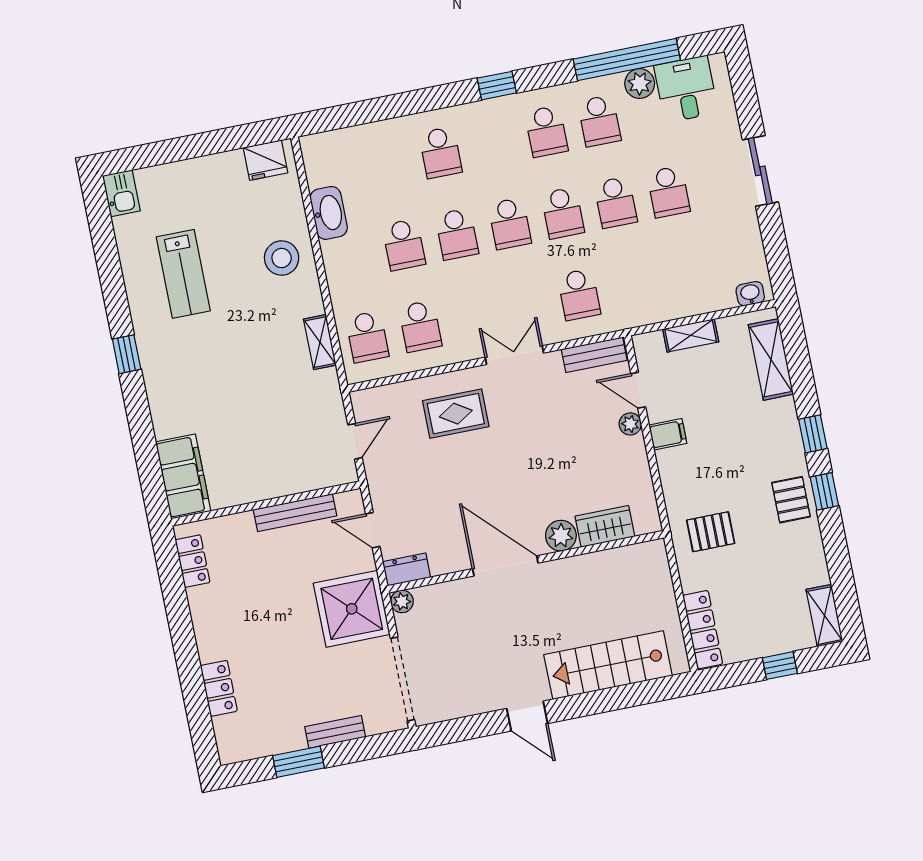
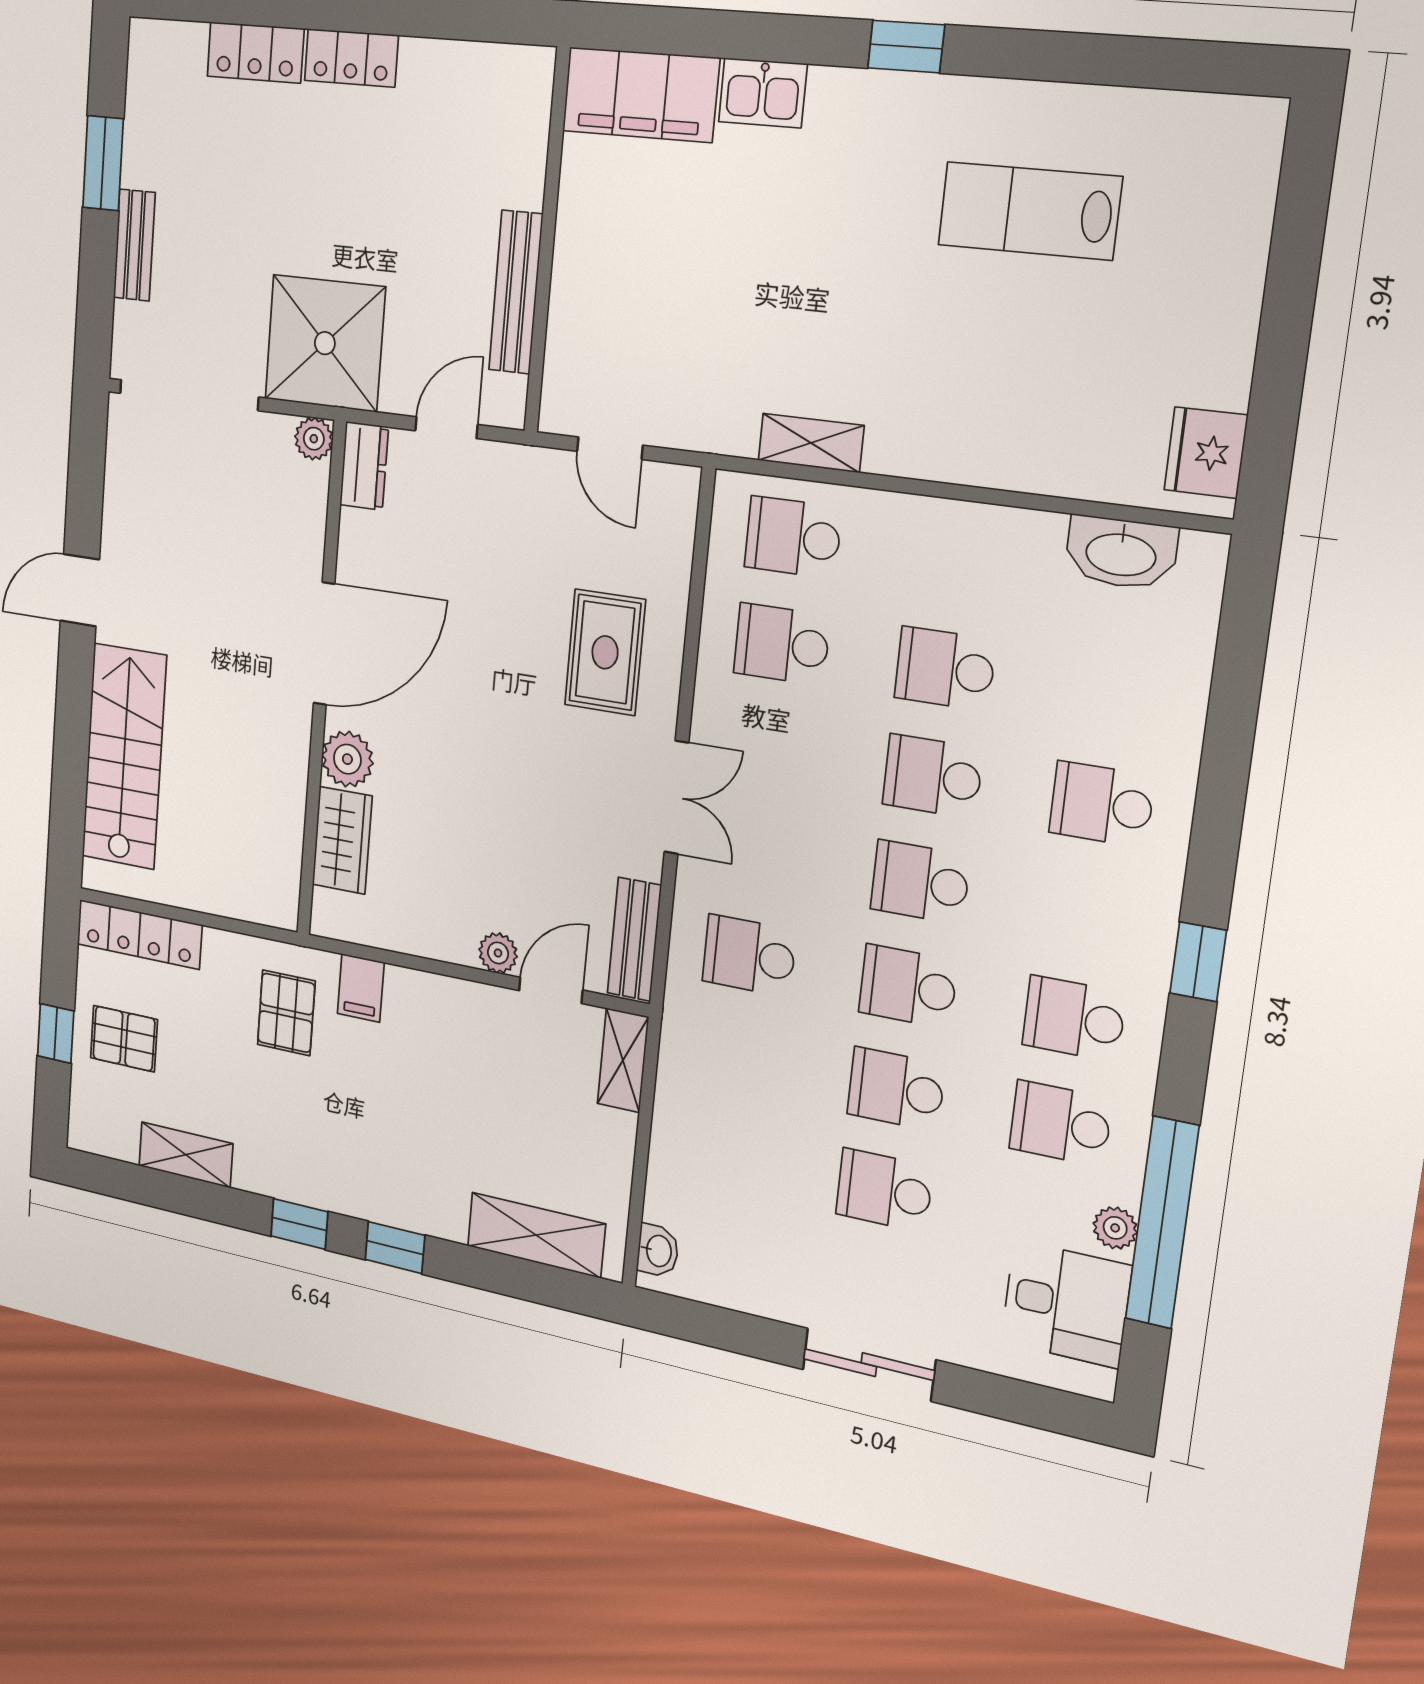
plant: (640, 84) -> (1115, 1228), width x0.73, depth x0.73
kitchen sink: (121, 193) -> (763, 93), moved
washbasin: (329, 213) -> (1121, 553), moved
stool: (282, 258) -> (997, 421), removed
shelving: (691, 335) -> (623, 1060), moved
filing cabinet: (668, 434) -> (361, 988), moved
pallet: (791, 500) -> (124, 1039), moved
locker: (192, 561) -> (351, 58), moved
shelving: (824, 616) -> (186, 1155), moved

